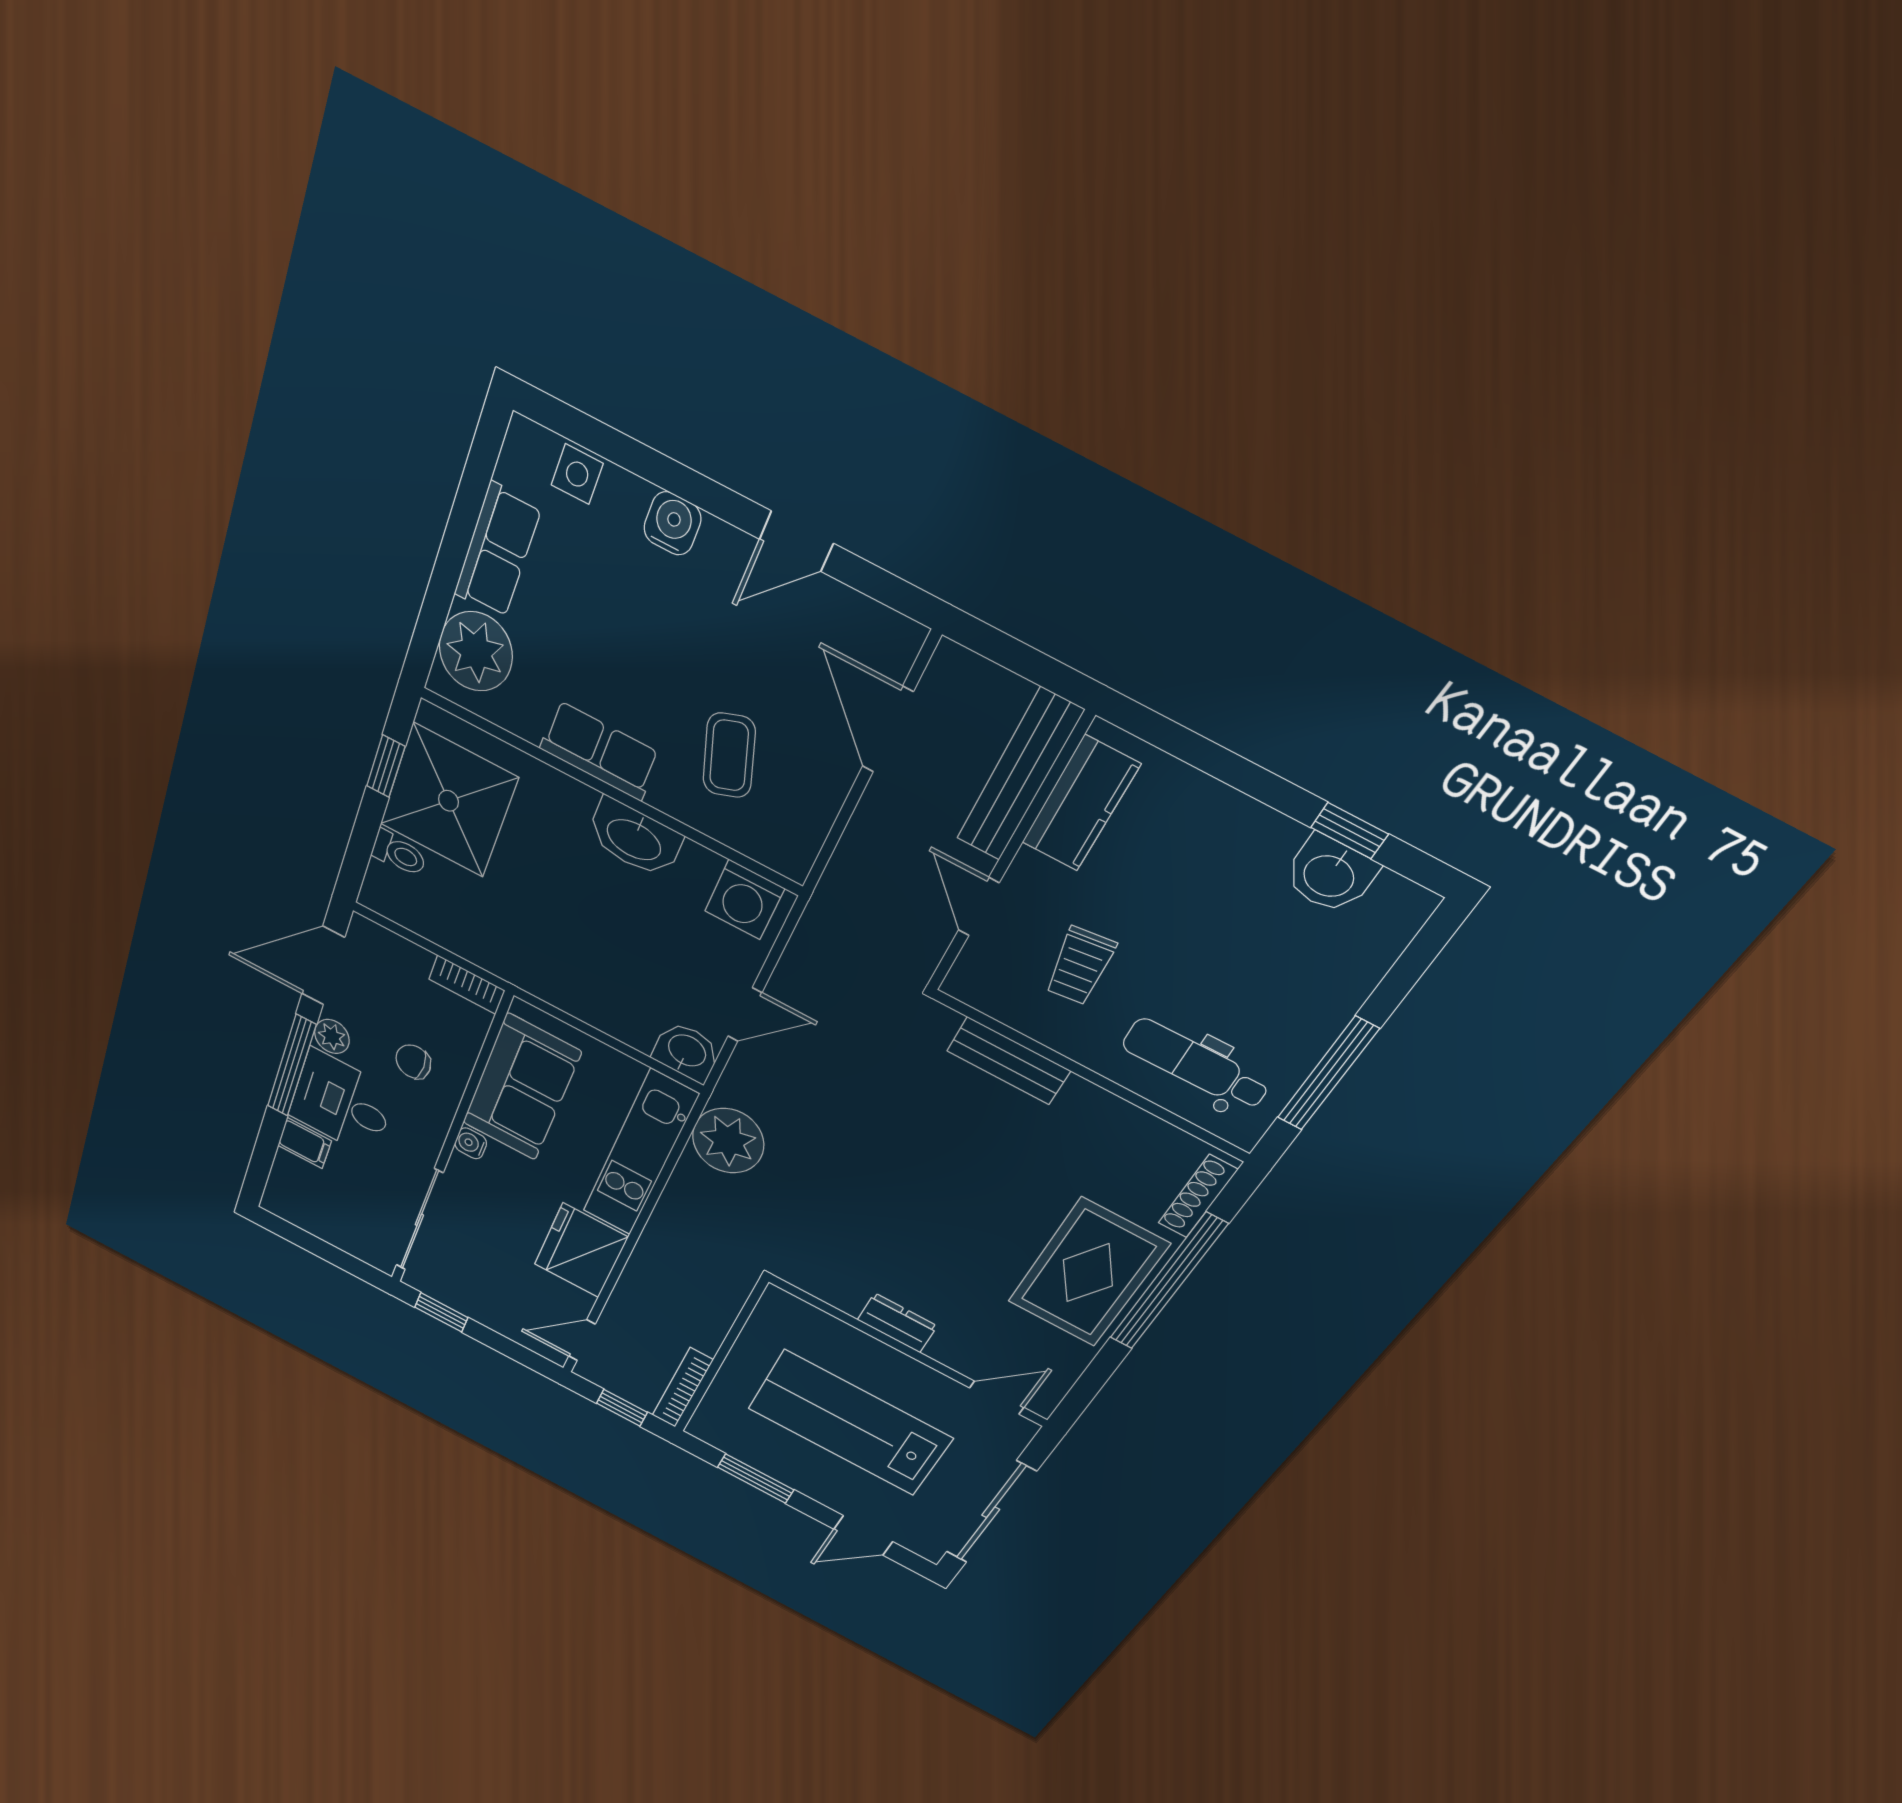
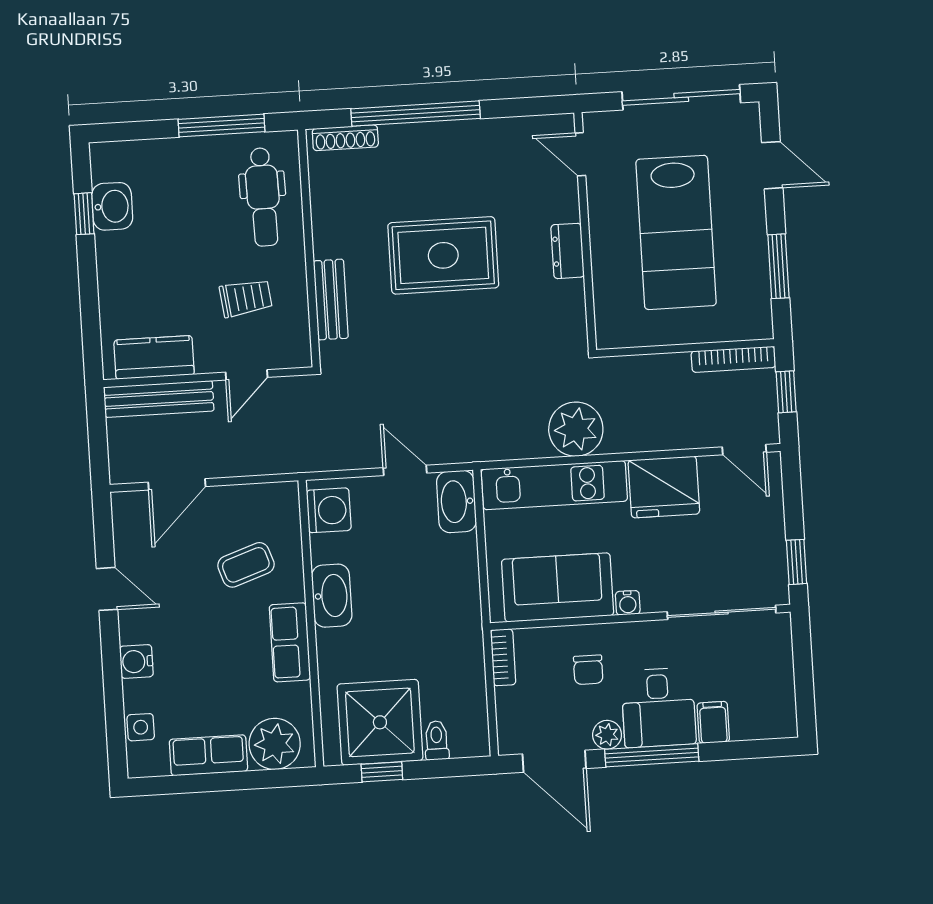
washbasin: (686, 1052) -> (456, 502), width x1.38
plant: (728, 1141) -> (576, 429), moved
rug: (1088, 1273) -> (443, 255), moved

